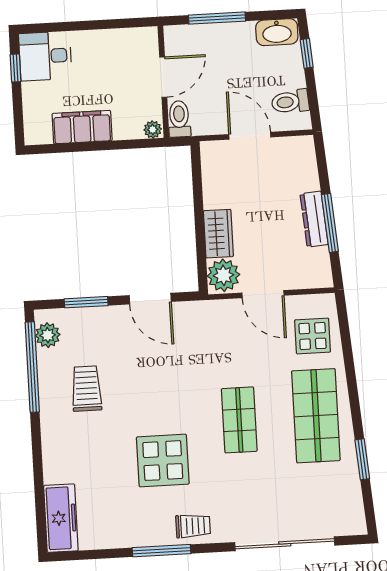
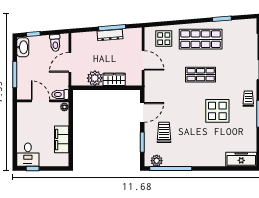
plant: (223, 275) -> (95, 78), moved
door: (263, 294) -> (143, 60), hinge flipped
trolley: (86, 389) -> (164, 132), moved, turned 90

